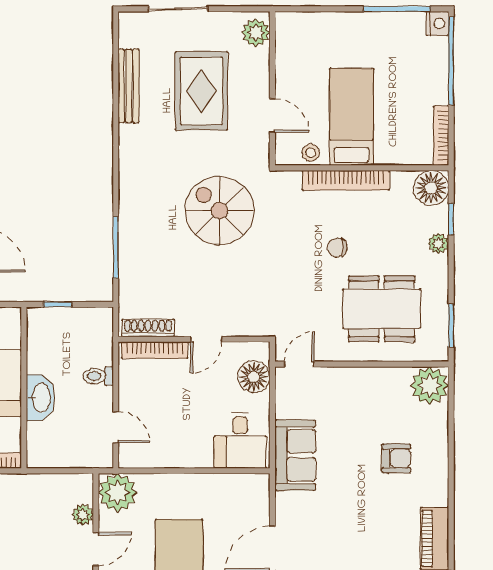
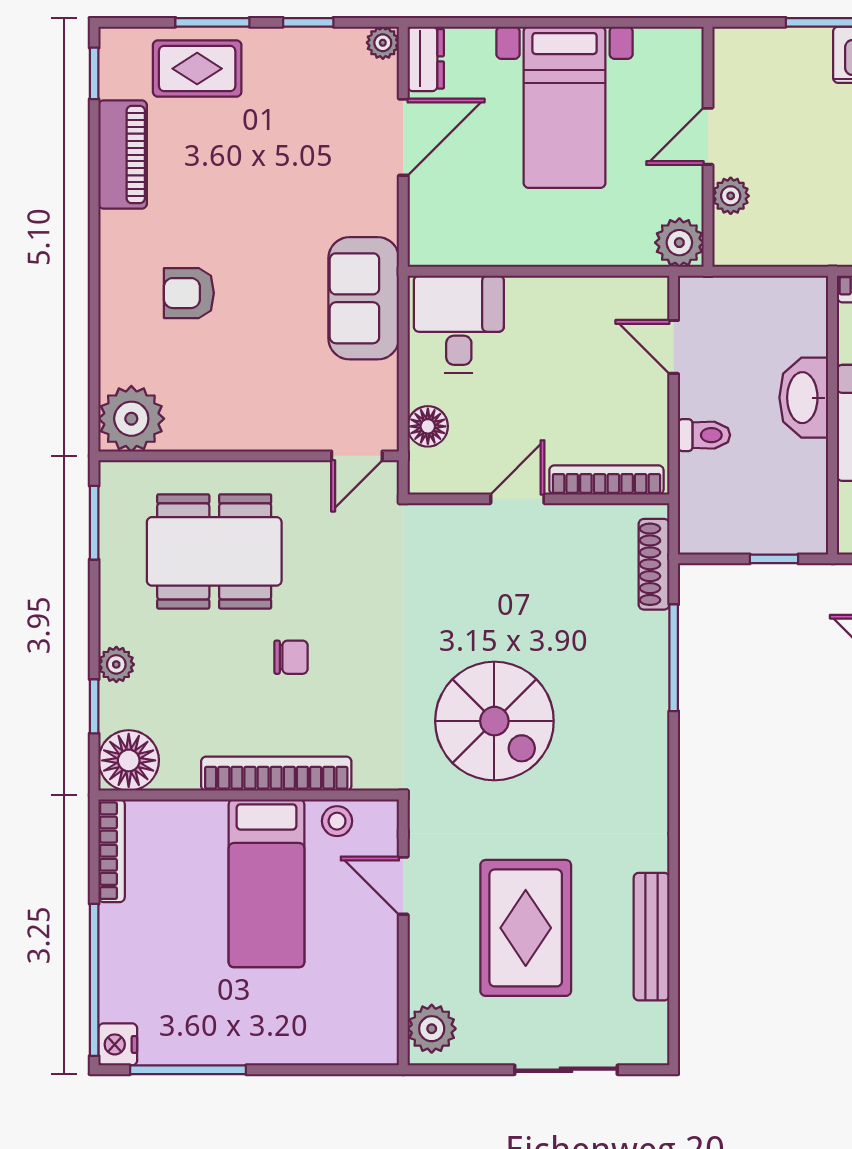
shoe rack: (148, 328) -> (654, 564), moved, turned 90
floor lamp: (254, 377) -> (428, 426), width x0.73, depth x0.73
plant: (118, 493) -> (679, 243), width x0.73, depth x0.73

